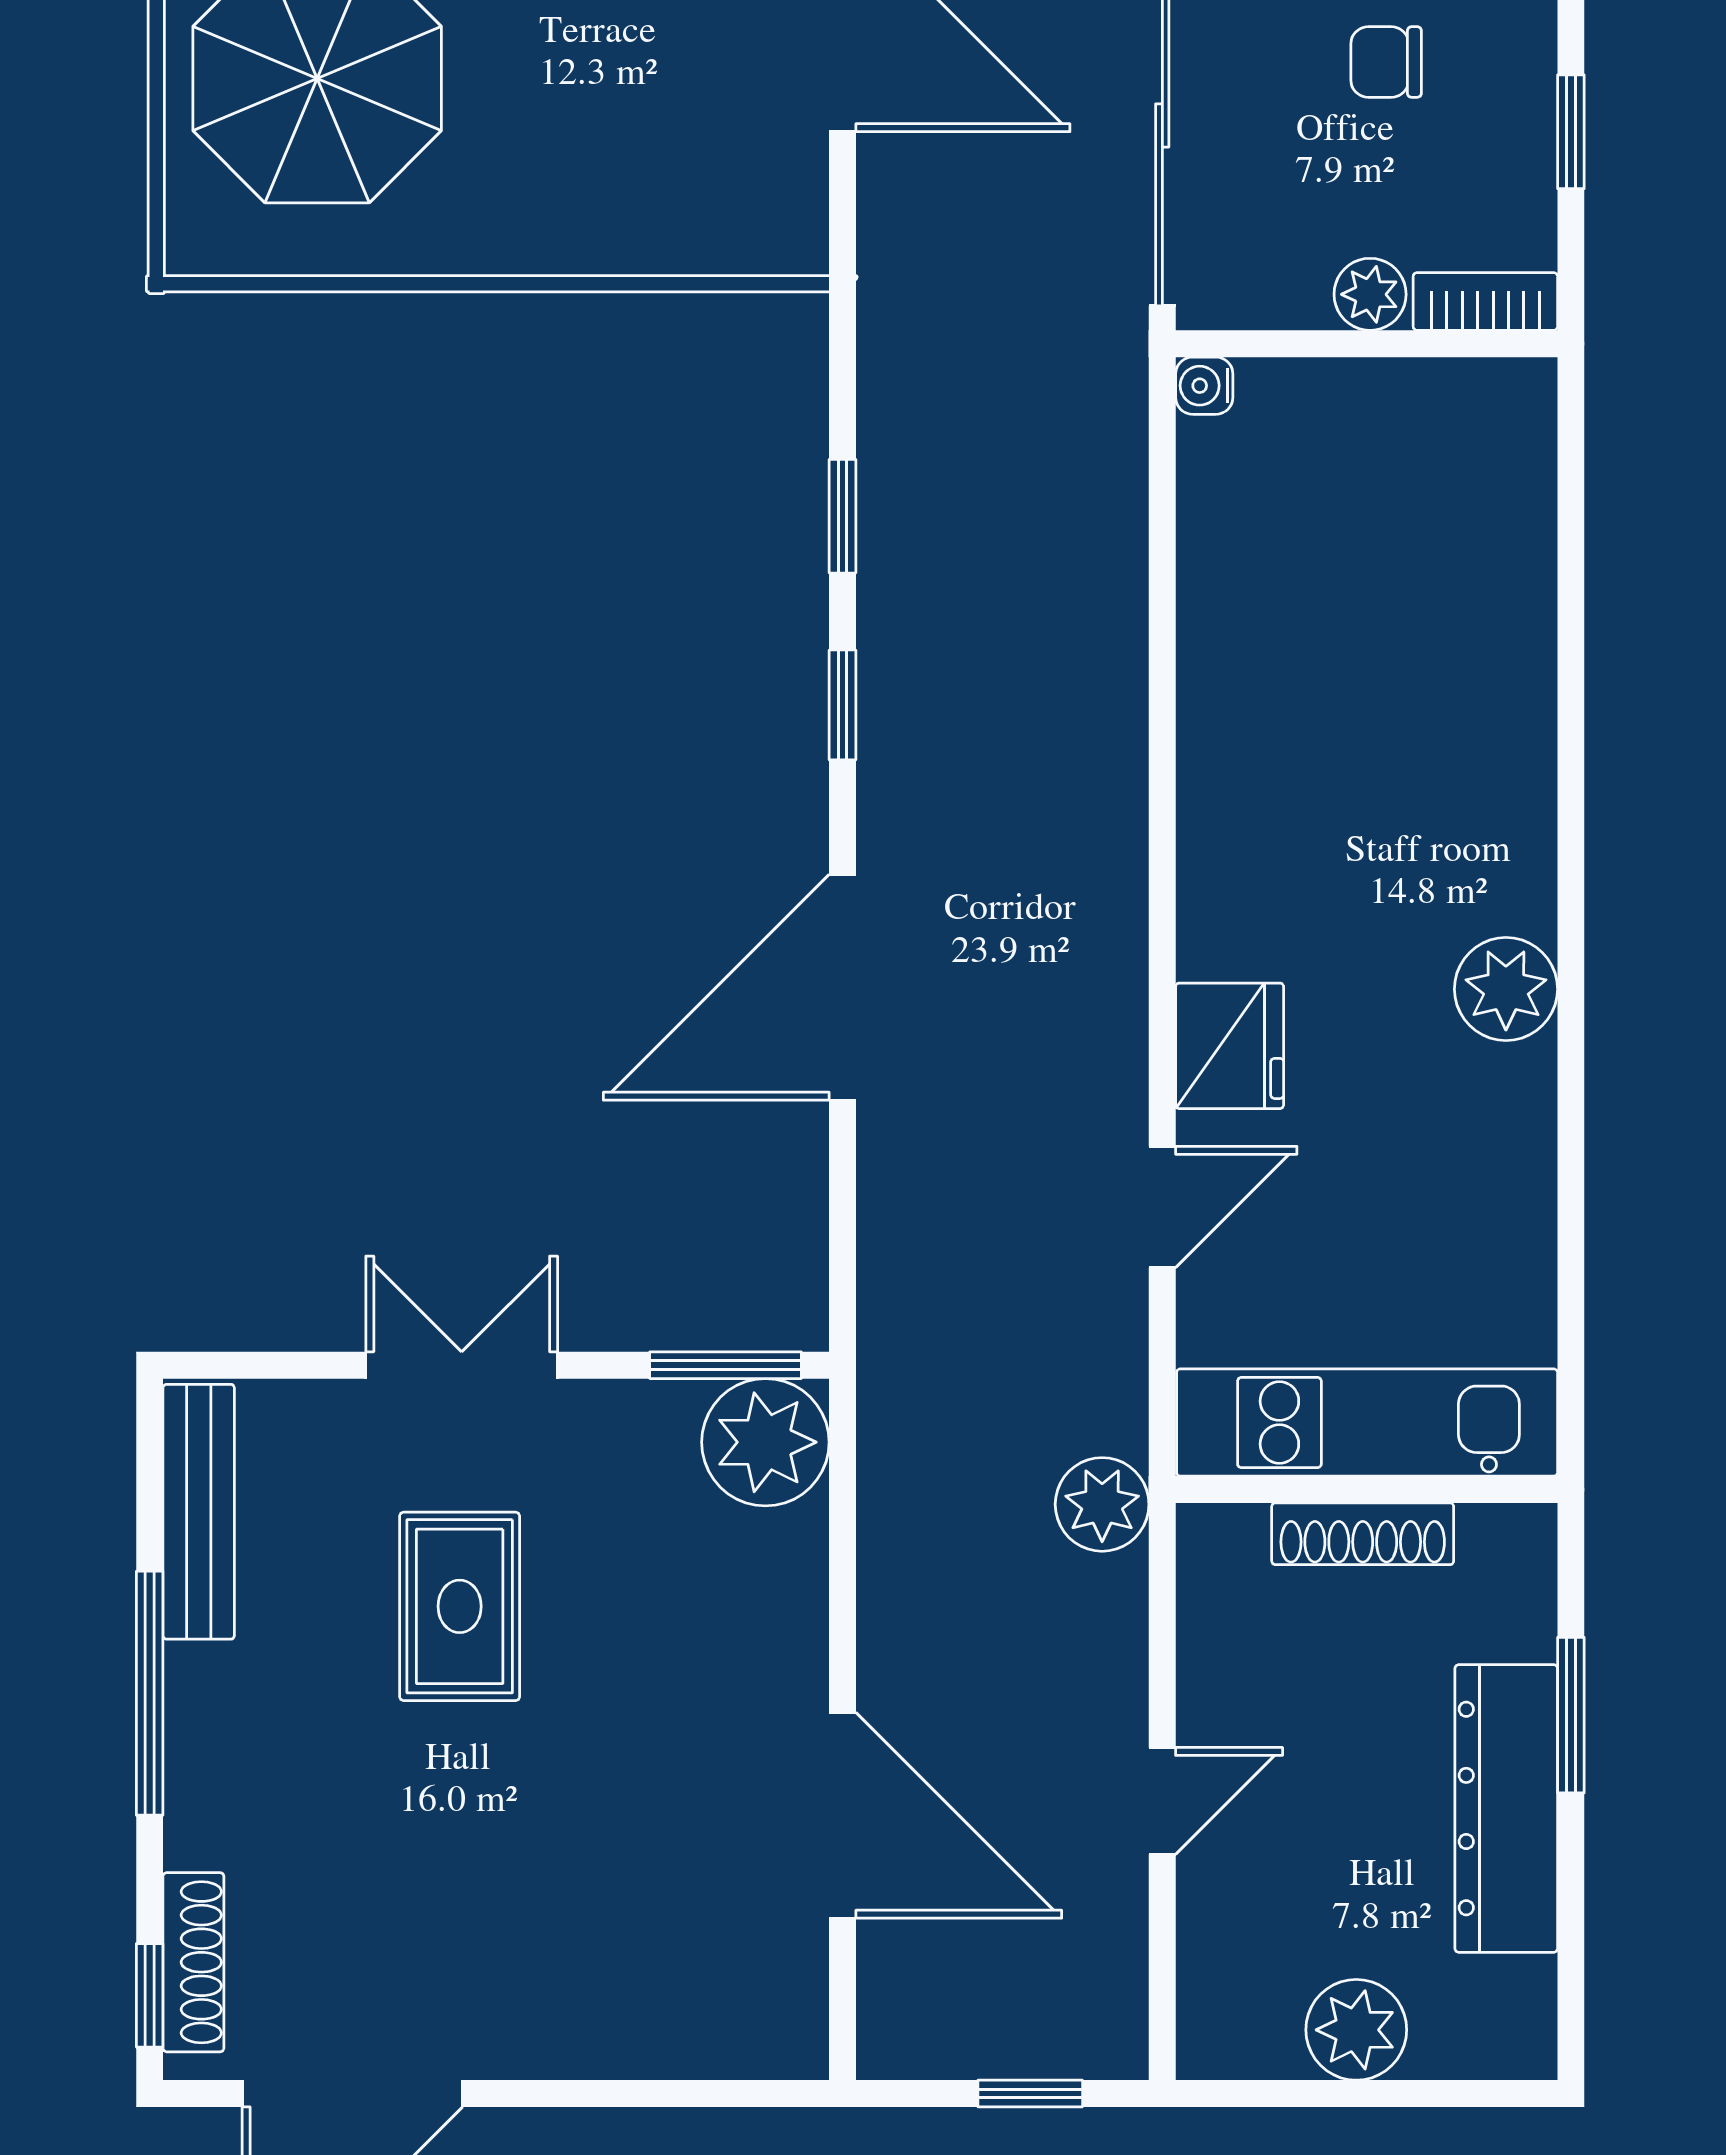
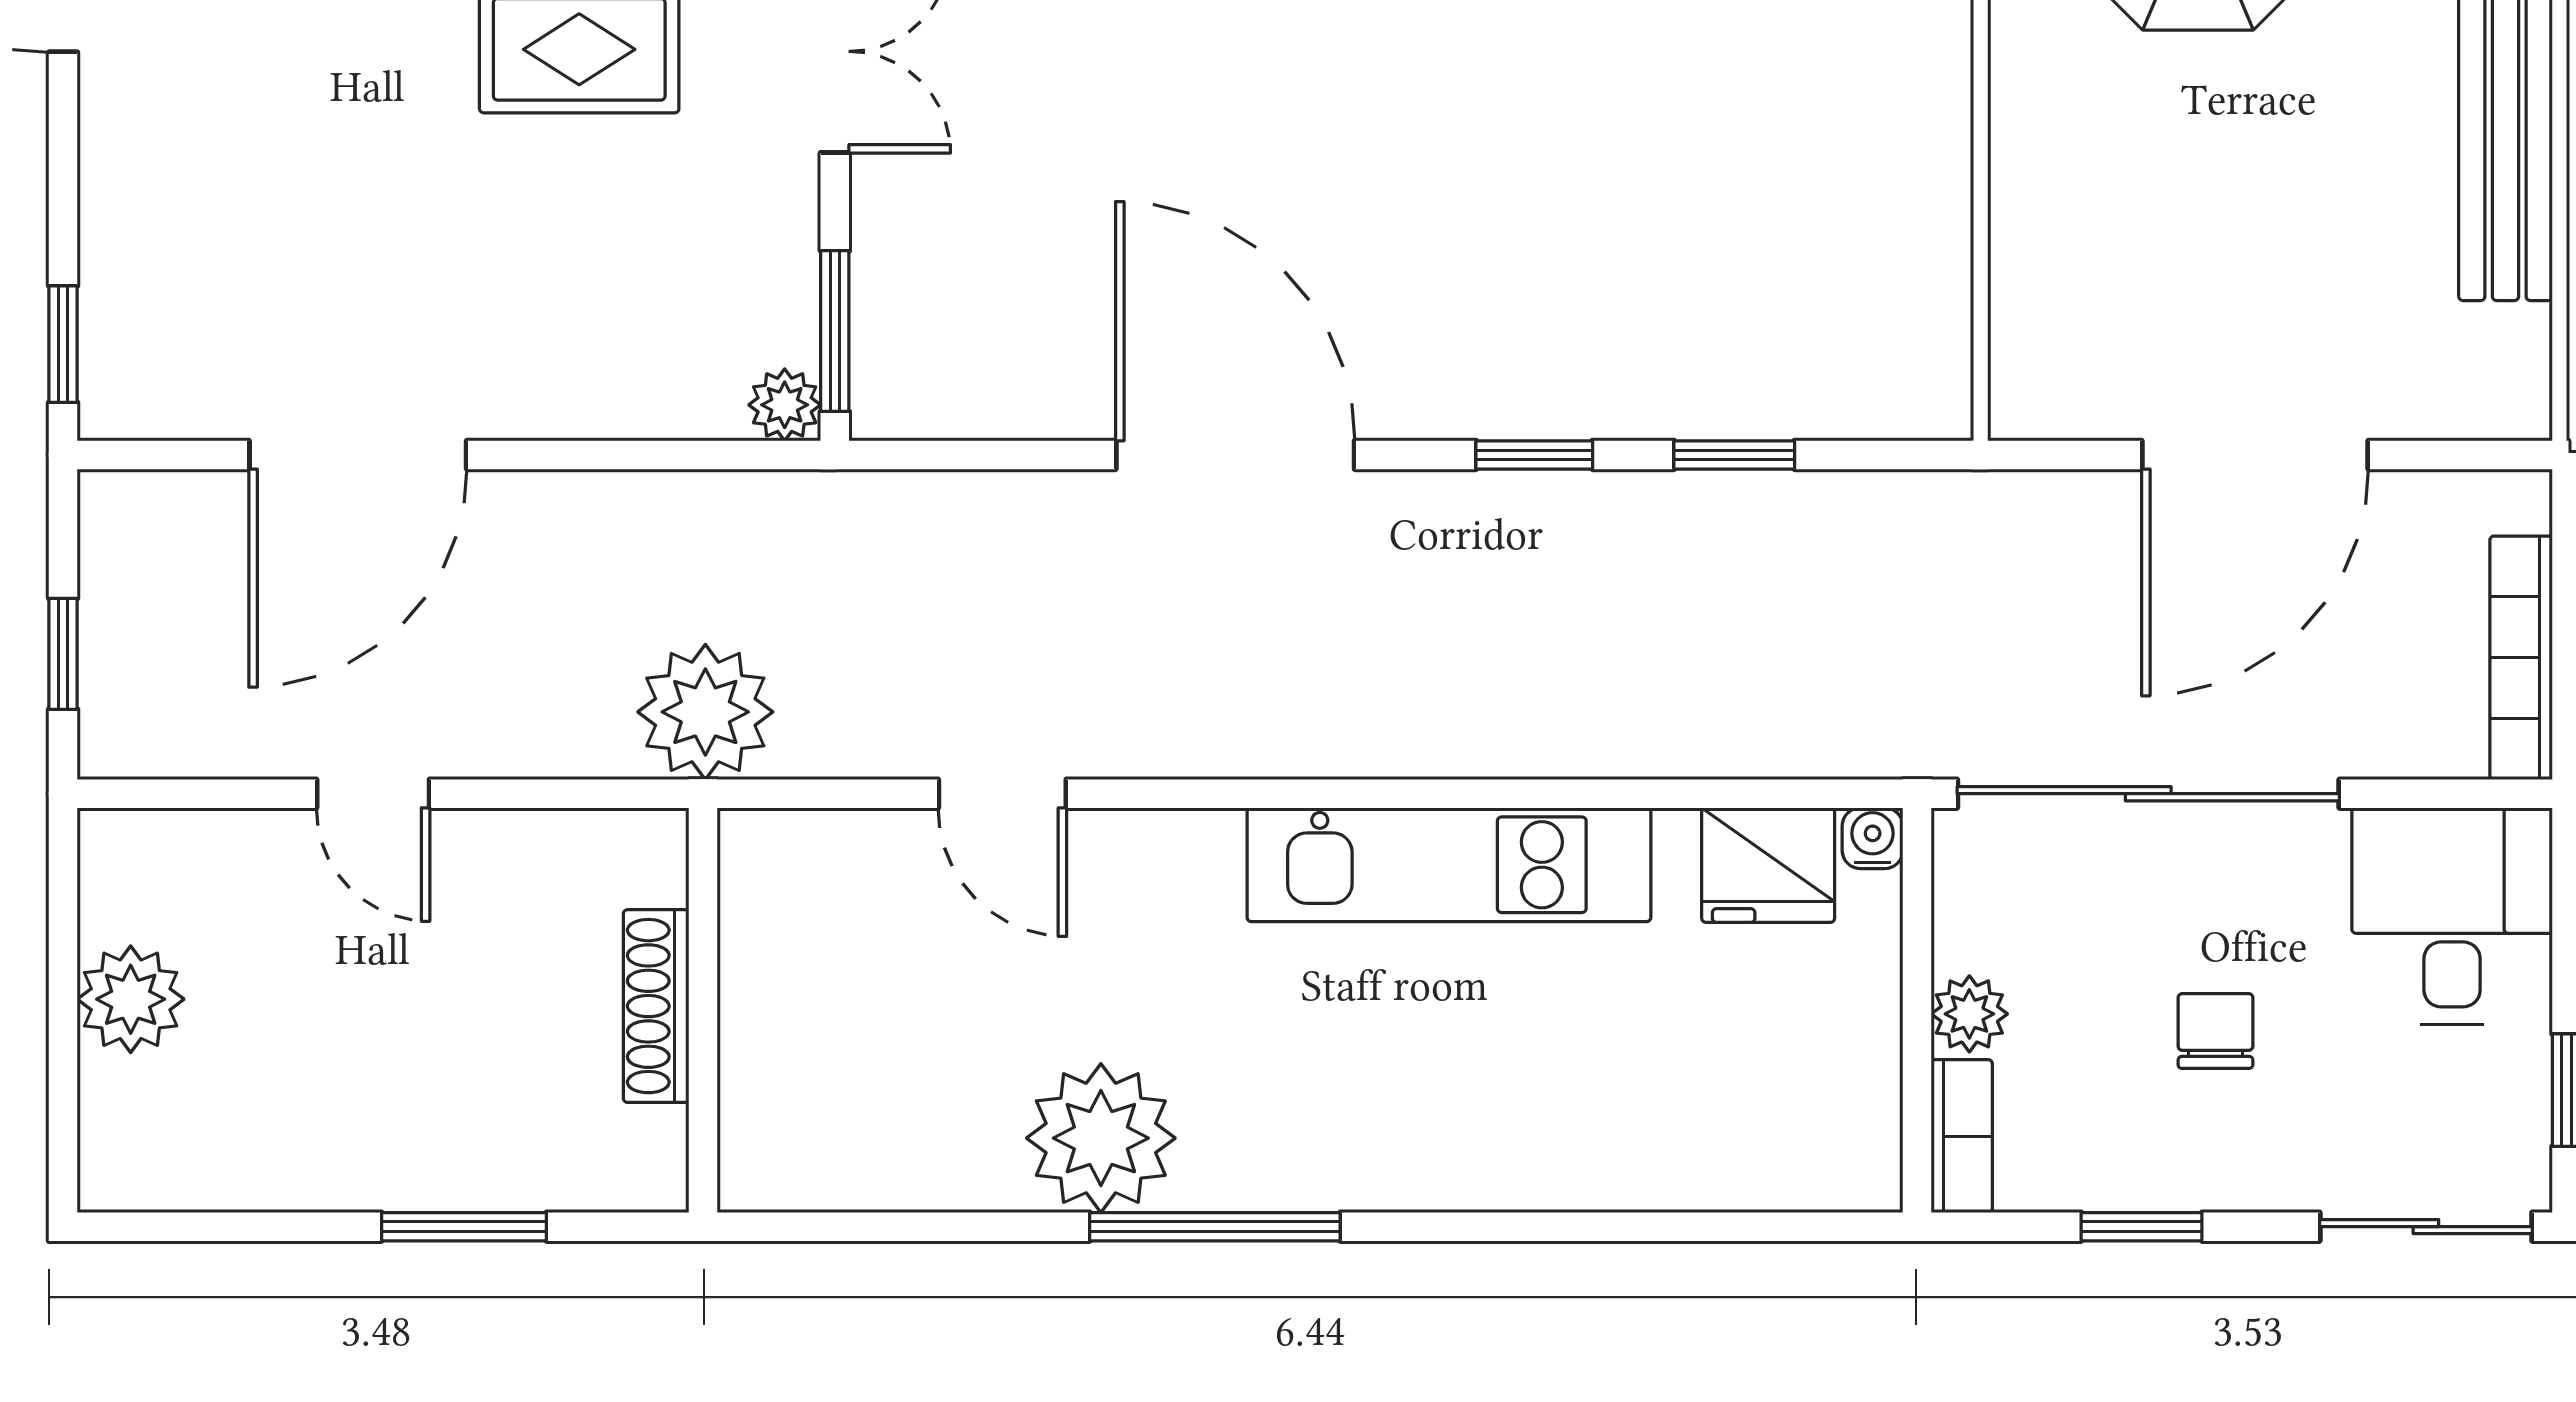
plant: (1506, 989) -> (1101, 1138), moved, width x1.36, depth x1.36
window: (1571, 1006) -> (1215, 1227), added
fridge: (1230, 1046) -> (1768, 865), moved
kitchen unit: (1367, 1423) -> (1449, 865), moved, turned 90
plant: (765, 1442) -> (785, 405), width x0.53, depth x0.53
plant: (1102, 1504) -> (705, 712), width x1.36, depth x1.36
dresser: (1506, 1808) -> (365, 1158), removed
window: (738, 2094) -> (63, 344), added

